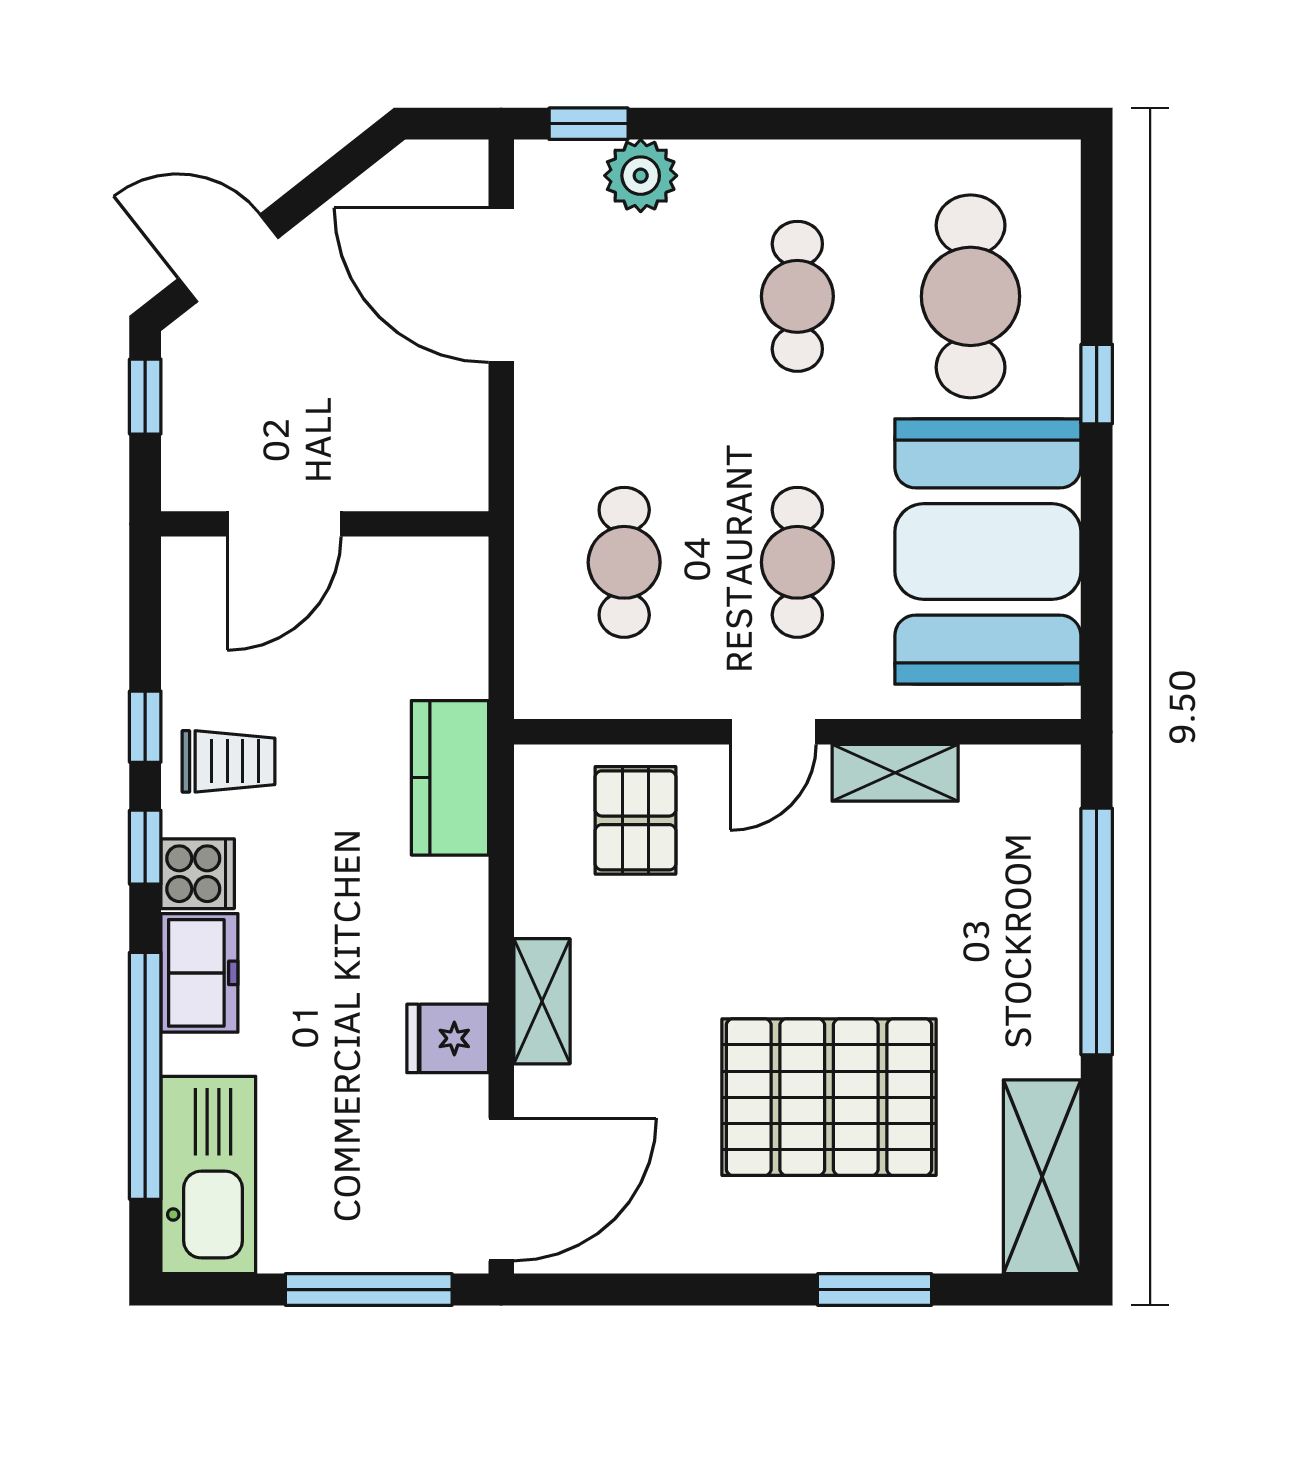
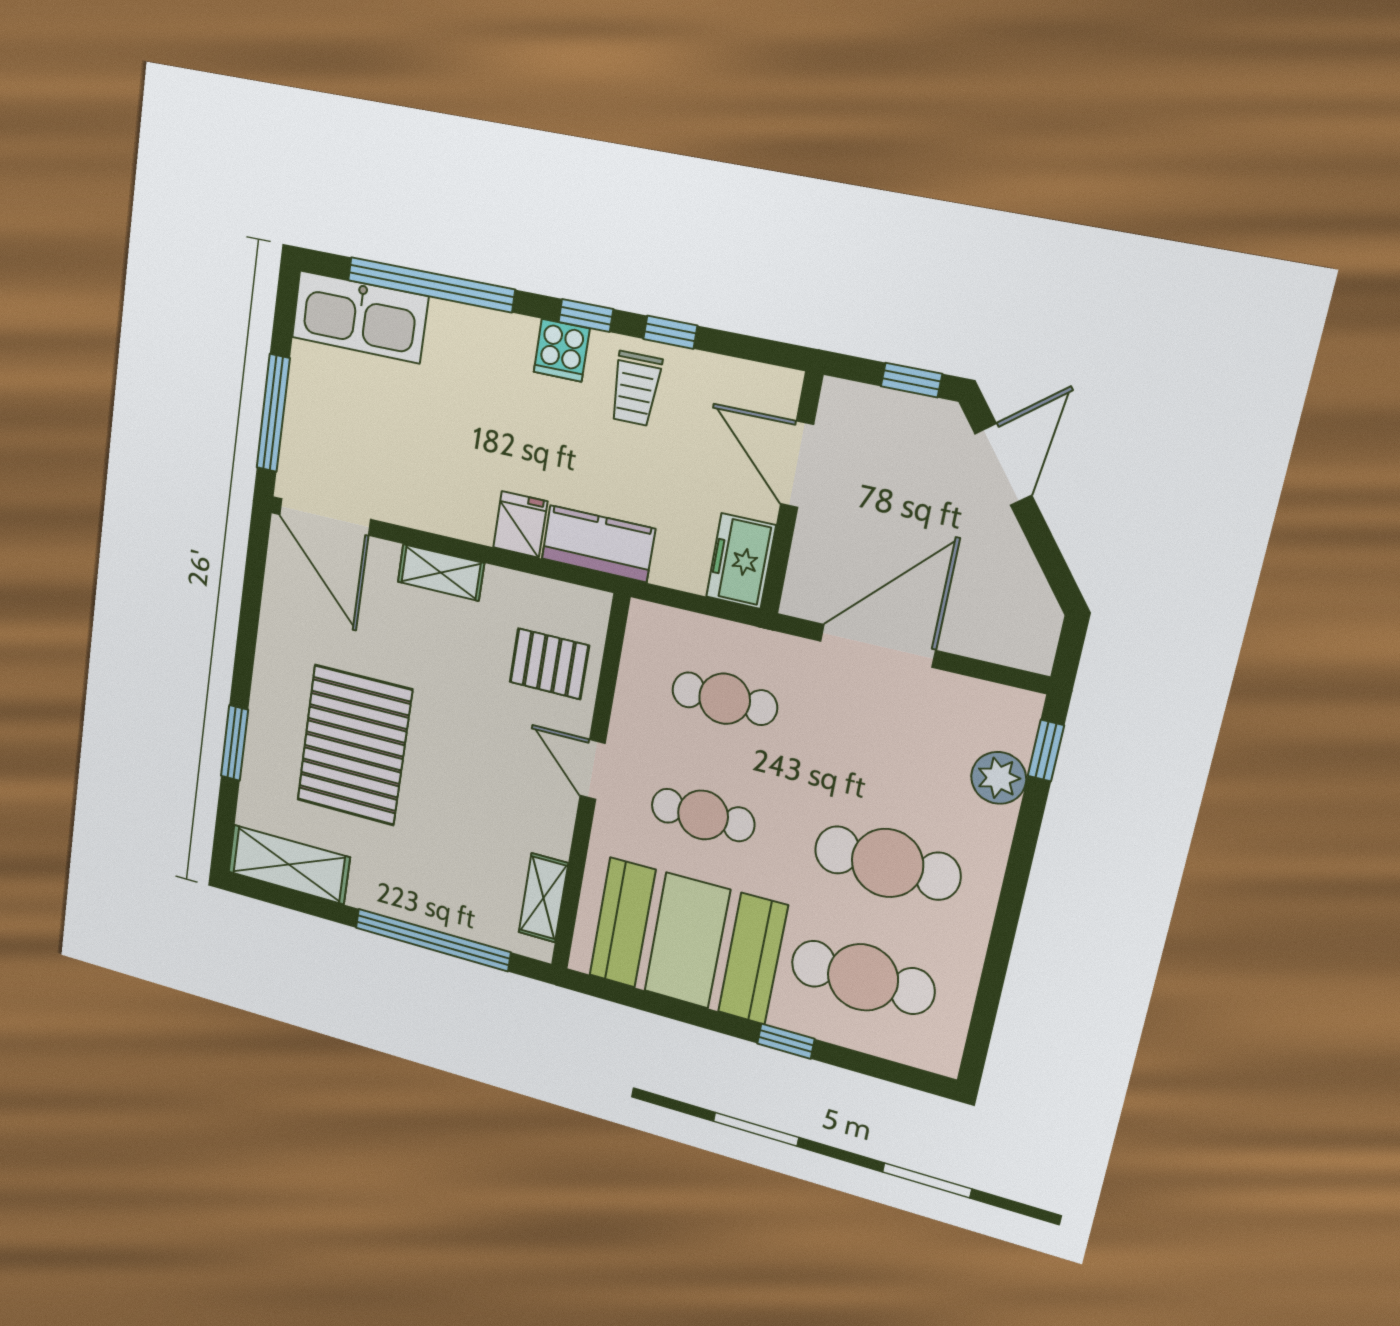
door: (501, 285) -> (878, 646), moved
cafe table: (797, 296) -> (887, 863), width x1.37, depth x1.35
shelving: (895, 773) -> (543, 898), moved
freezer: (199, 973) -> (741, 561), moved, turned 90
fridge: (448, 1038) -> (520, 524), moved

